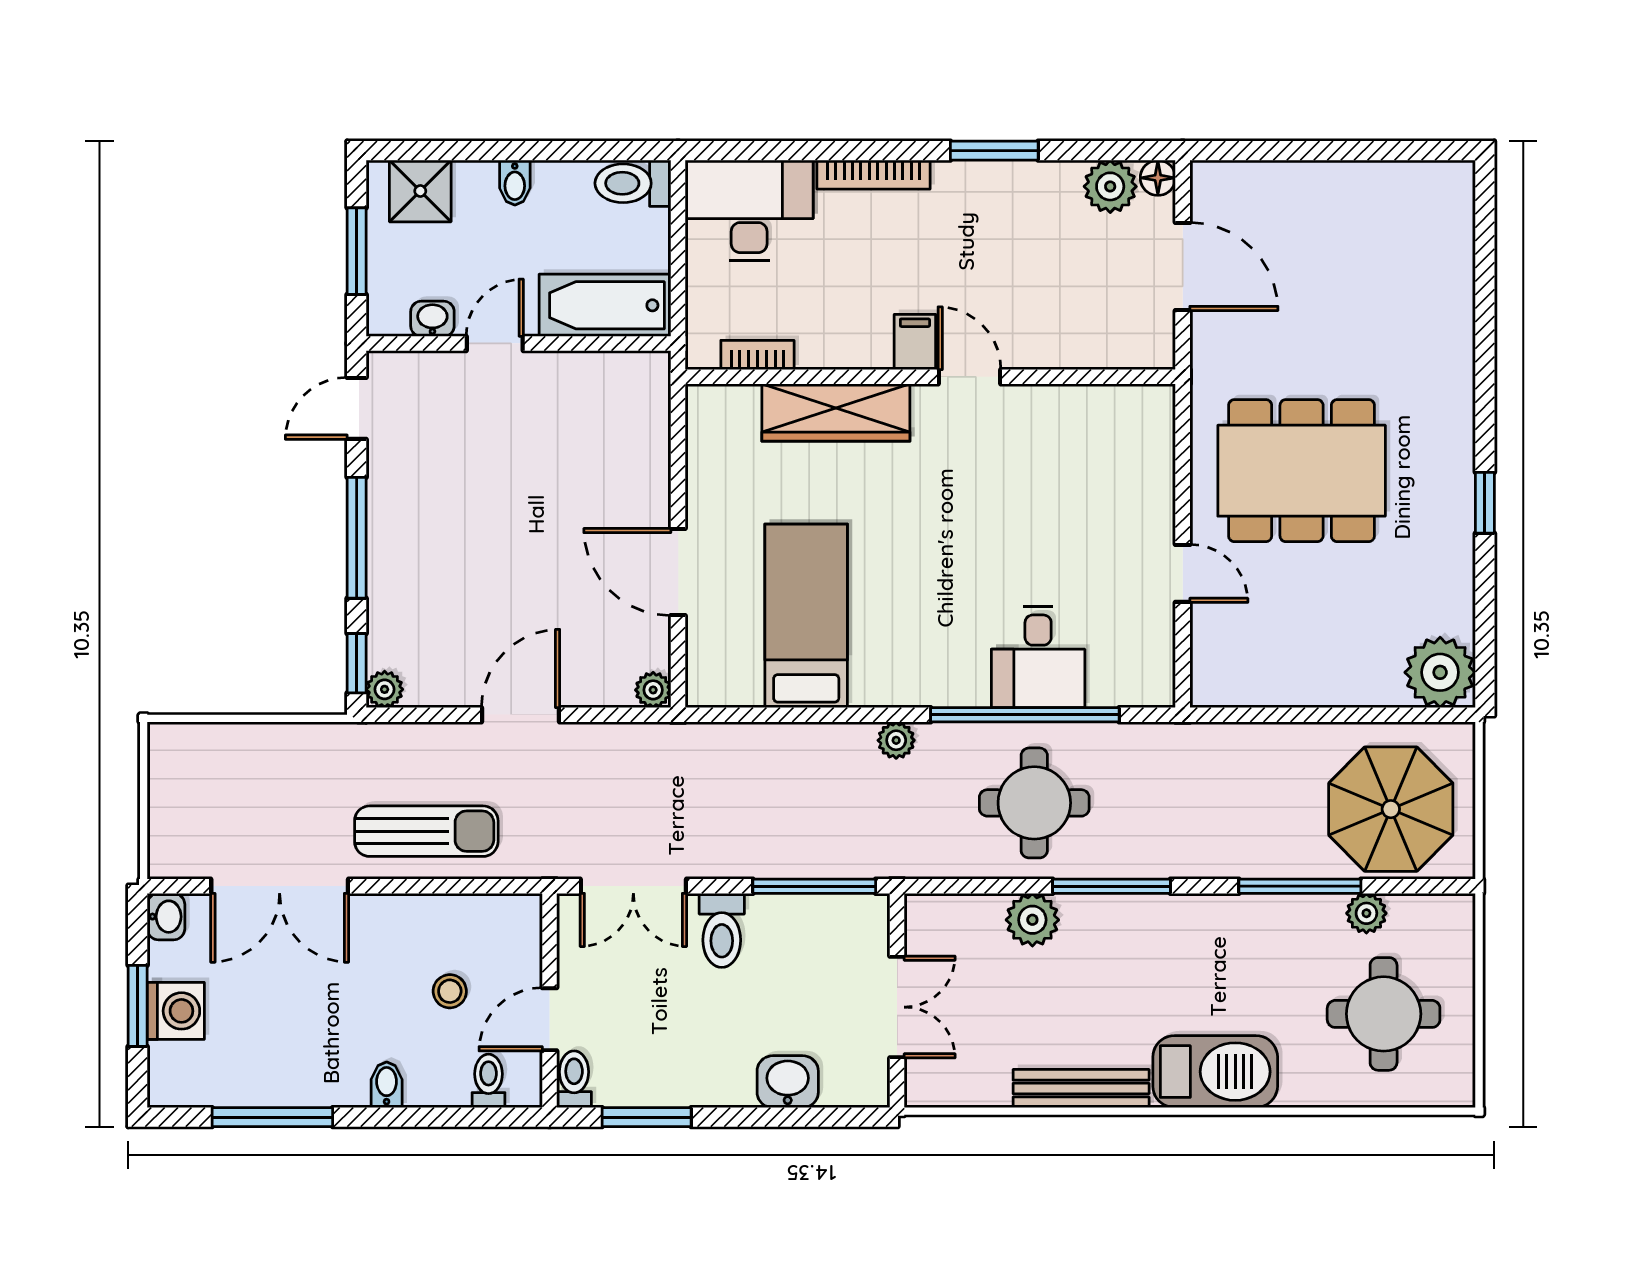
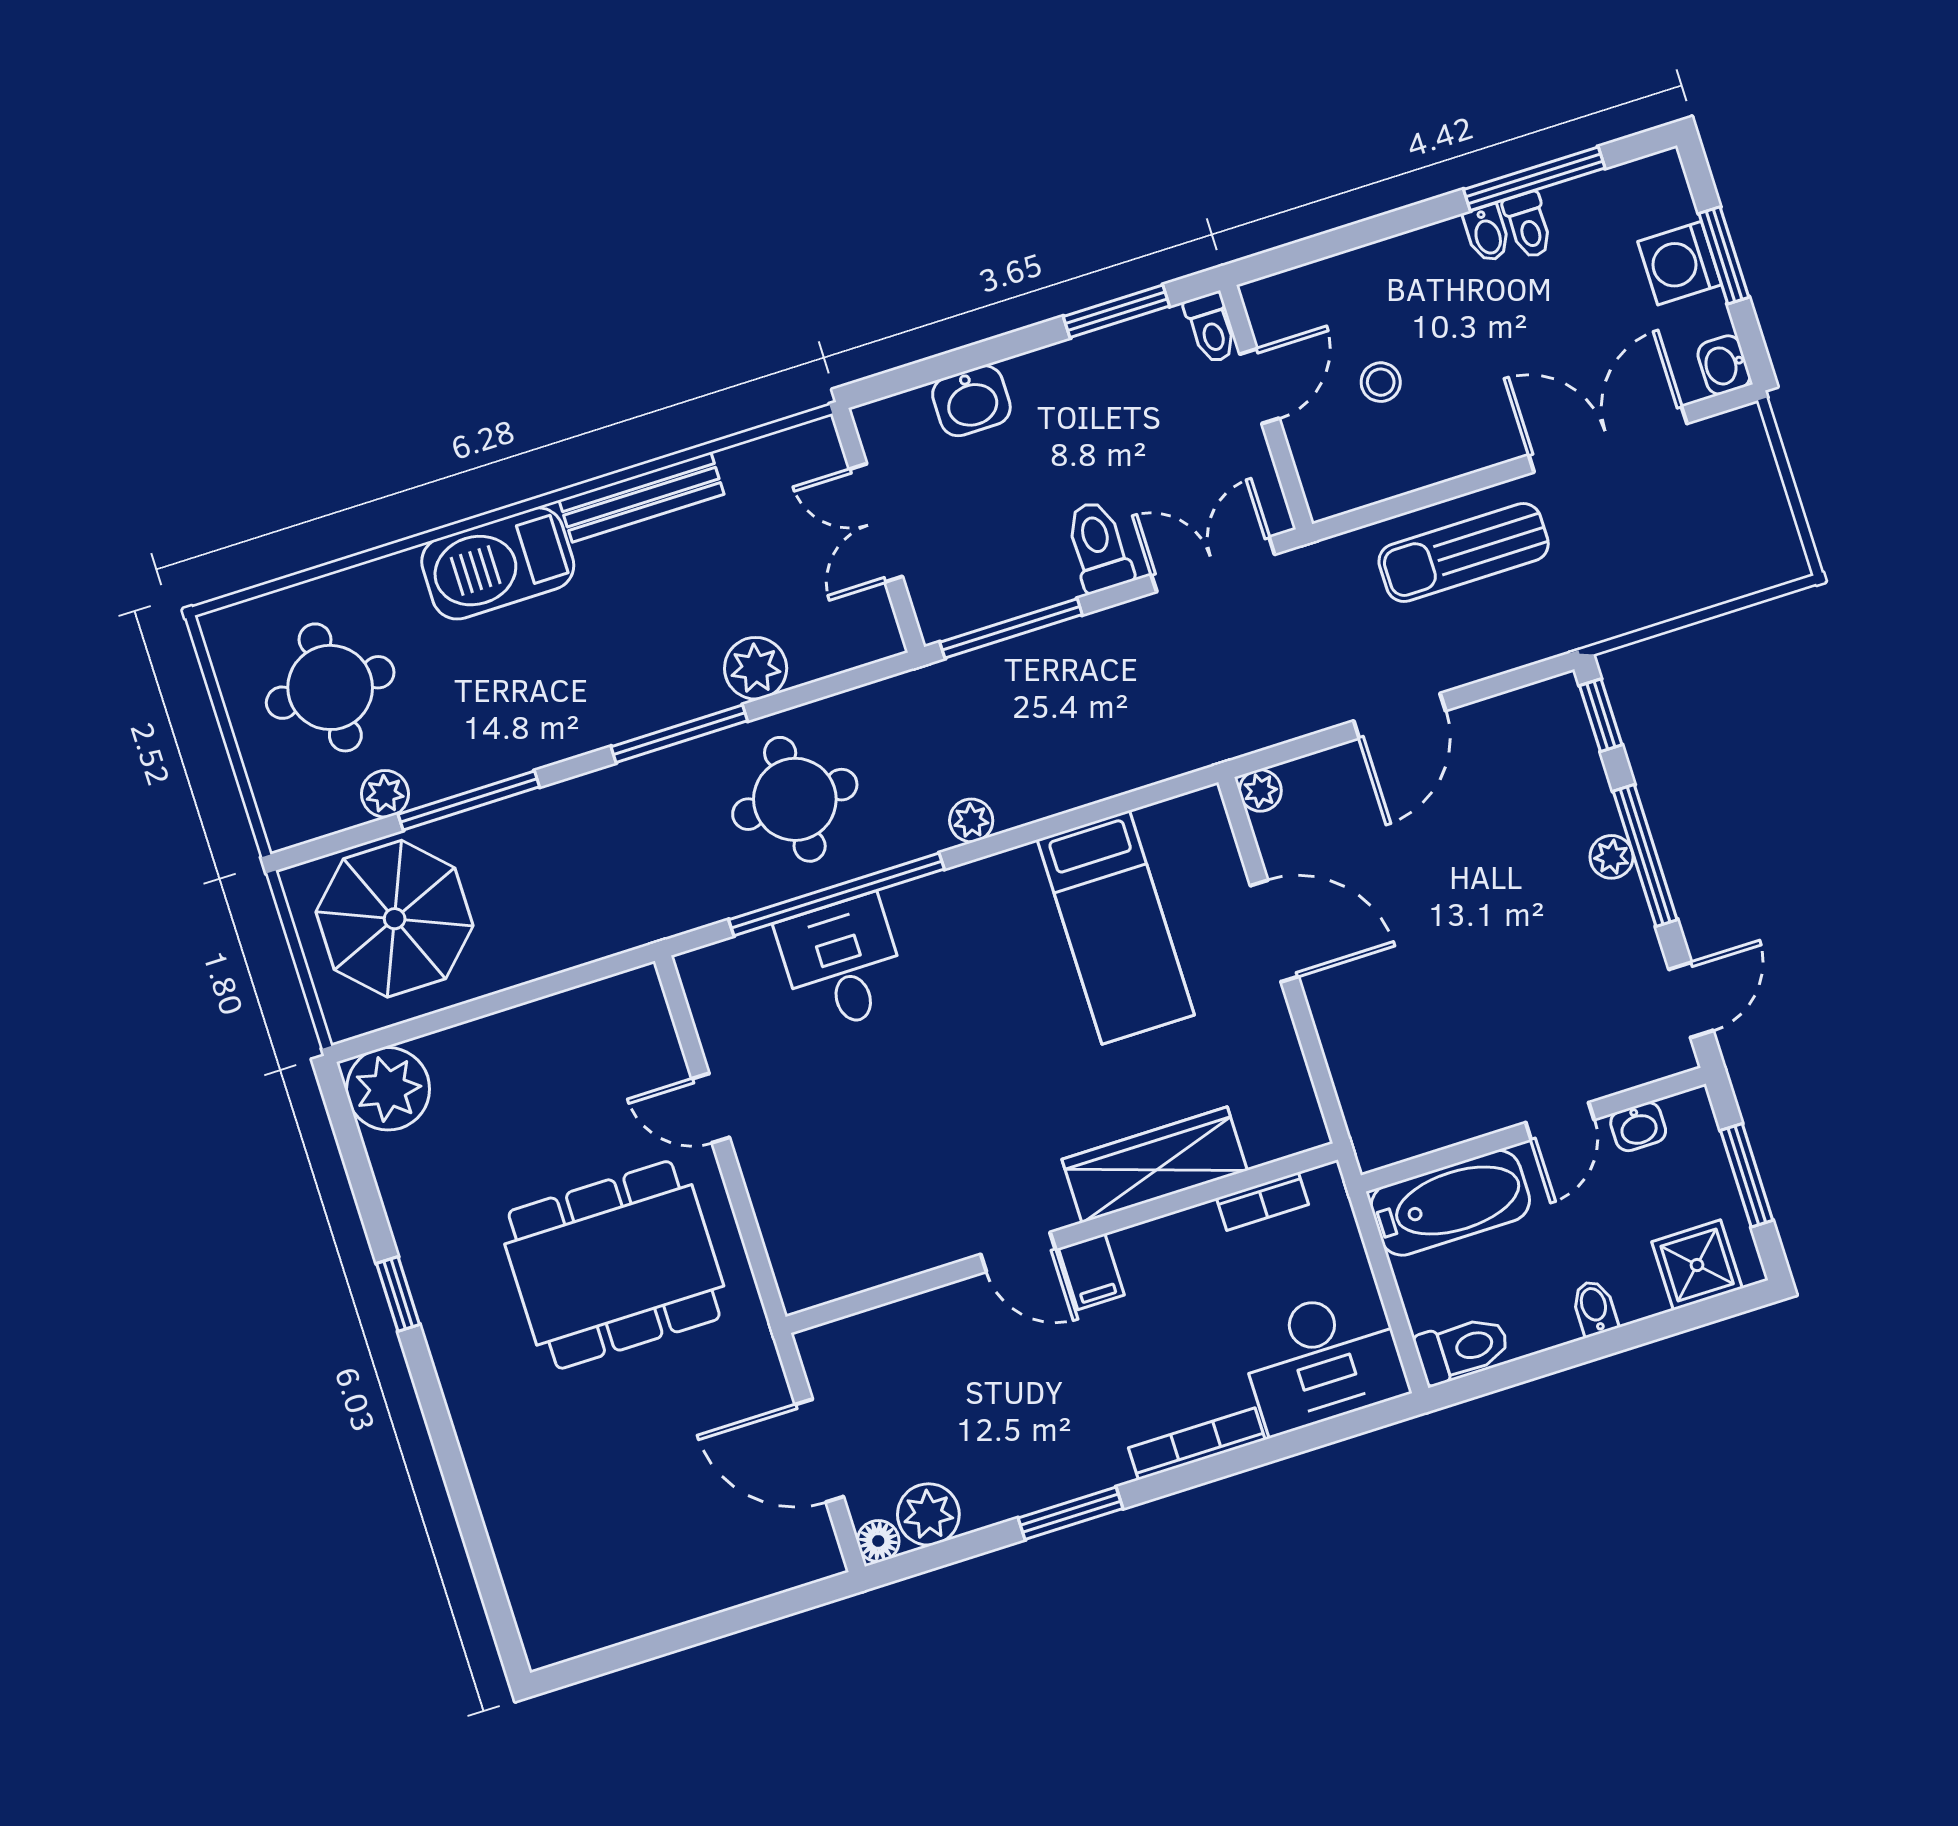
plant: (385, 689) -> (1611, 857), moved
toilet: (488, 1081) -> (1528, 225), moved
bidet: (387, 1085) -> (1487, 233), moved

